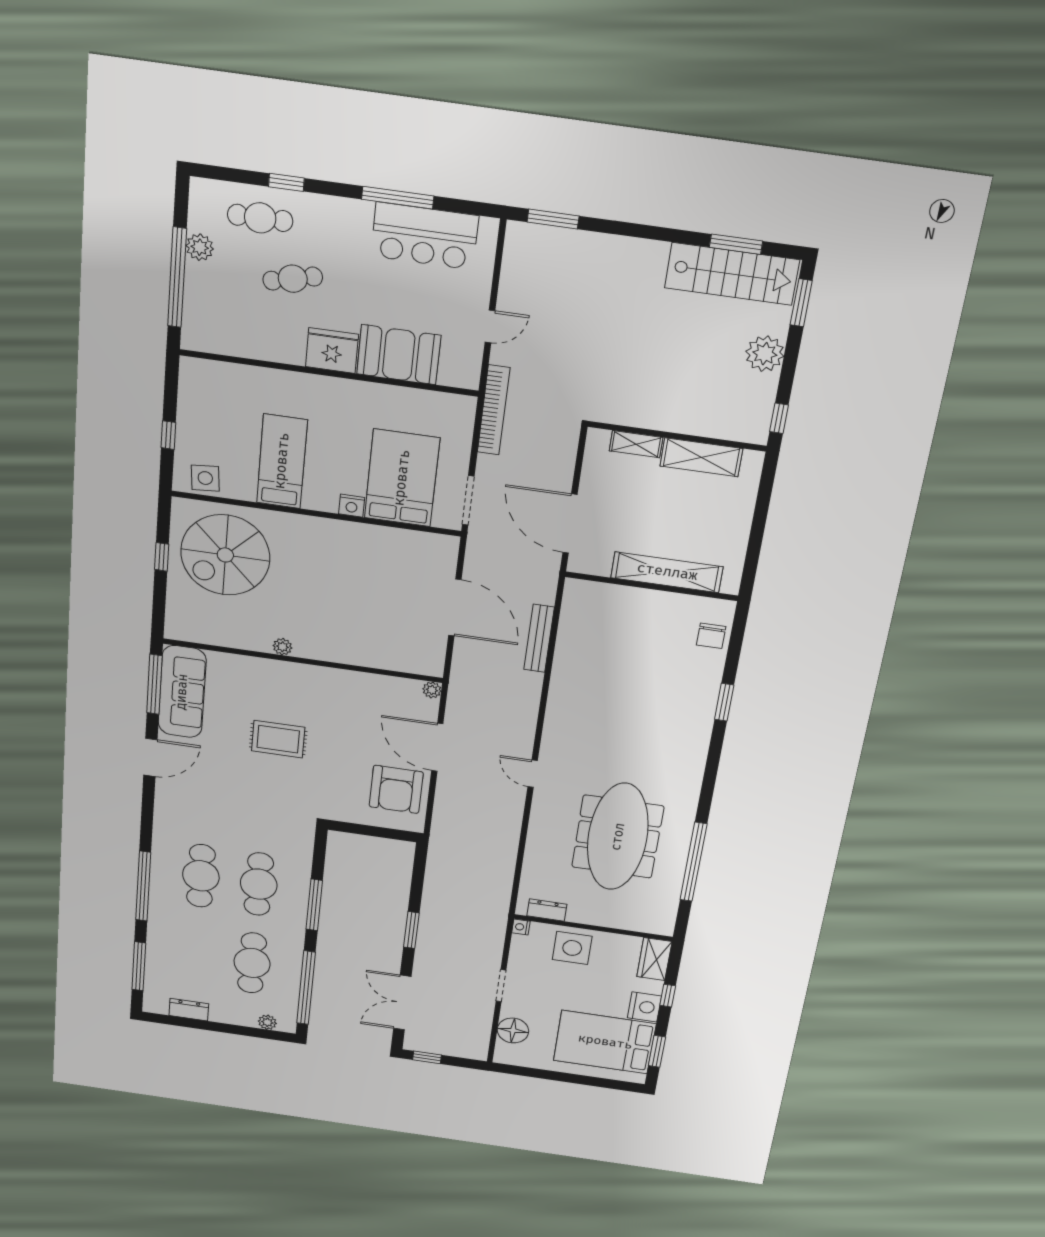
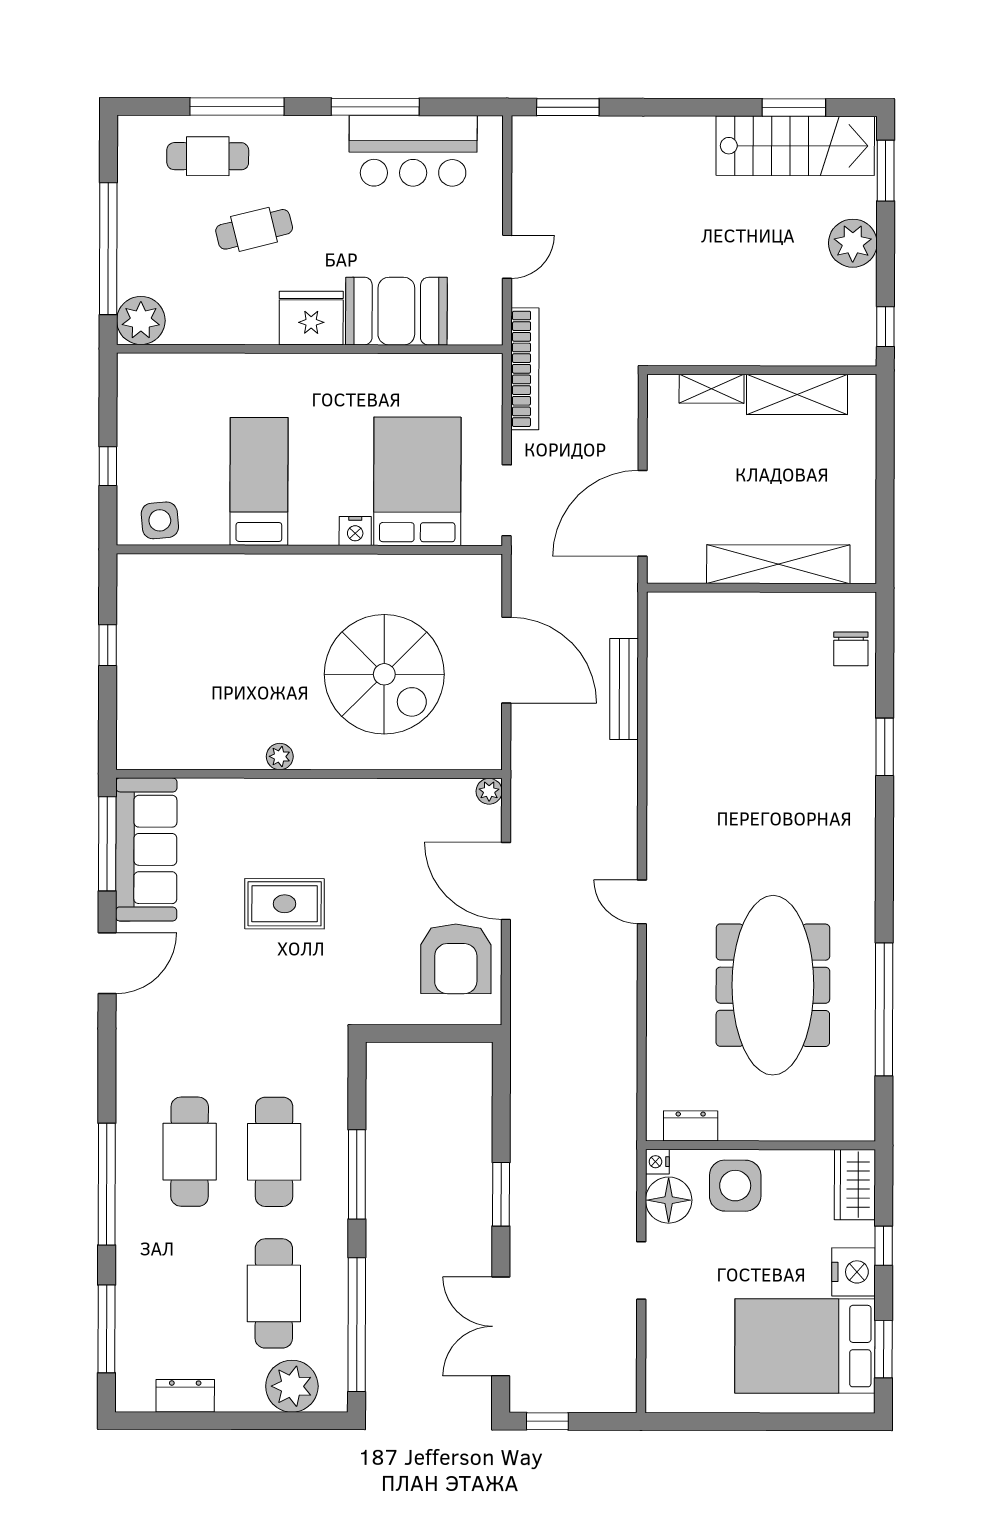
window: (286, 182) -> (237, 106), width x2.17
plant: (200, 247) -> (141, 320), moved, width x1.36, depth x1.36
door: (570, 524) -> (643, 513), hinge flipped
spiral stairs: (225, 555) -> (384, 674), moved, turned -90
plant: (267, 1022) -> (292, 1386), width x1.87, depth x1.87
floor lamp: (513, 1030) -> (669, 1200), moved

